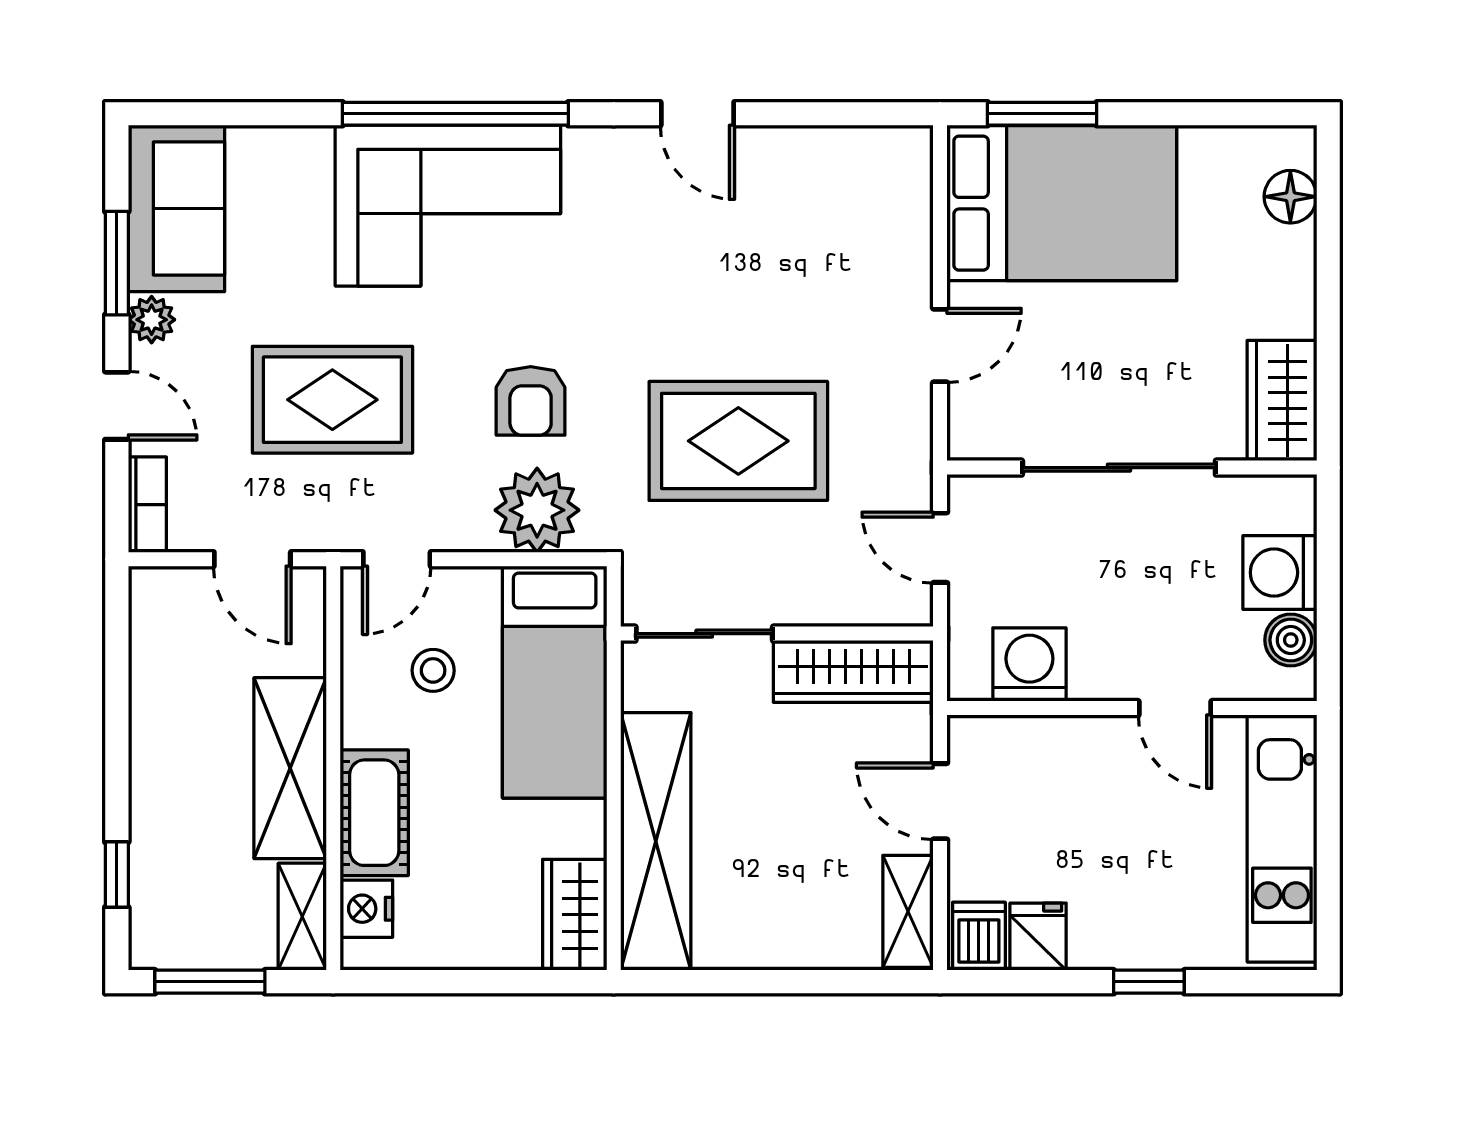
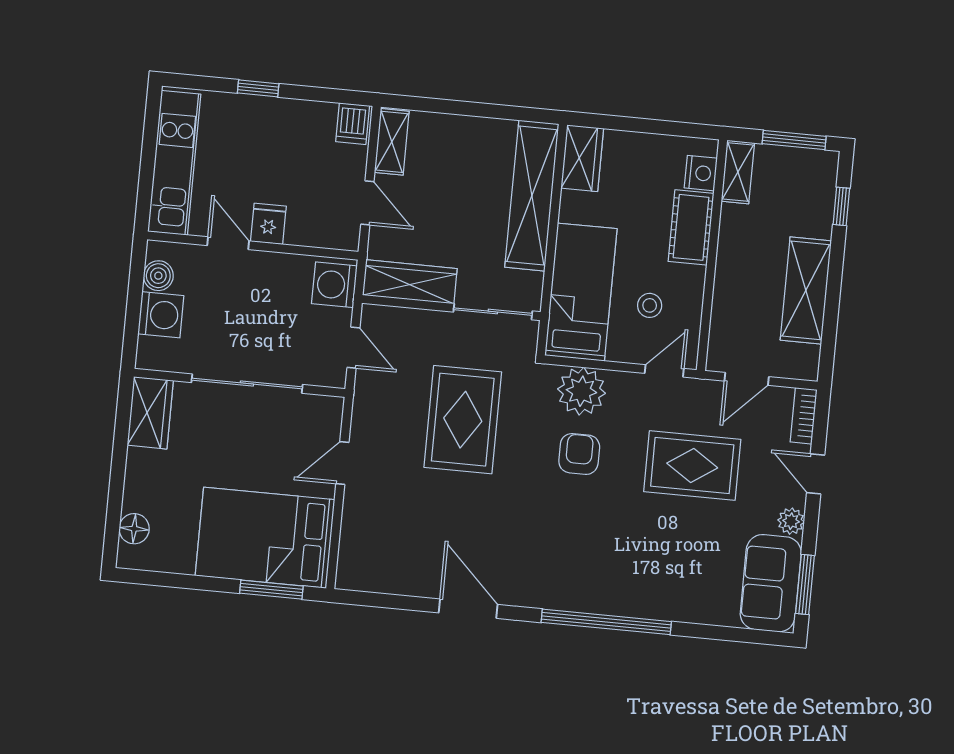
door: (697, 114) -> (468, 609), width x1.37
corner sofa: (448, 206) -> (616, 570), removed
window: (117, 263) -> (805, 585), moved
rug: (738, 441) -> (463, 420), turned 90
door: (252, 559) -> (747, 379), swing flipped
washing machine: (1029, 665) -> (334, 285), moved, turned 90
shelving: (290, 768) -> (806, 290), moved
fridge: (1038, 937) -> (268, 224), moved, turned 180

